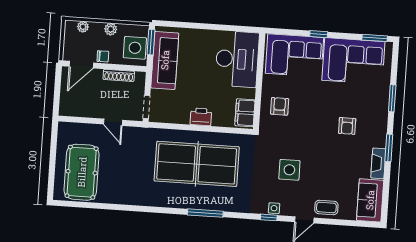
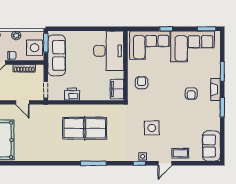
printer: (201, 117) -> (72, 94), moved
fireplace: (378, 163) -> (215, 90), moved
table tennis table: (197, 164) -> (85, 128), width x0.73, depth x0.76

